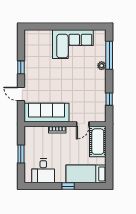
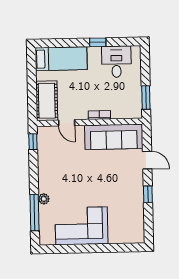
window: (109, 99) -> (33, 142), moved
door: (83, 124) -> (67, 123), swing flipped
window: (21, 154) -> (146, 98), moved
window: (68, 186) -> (98, 42), moved

